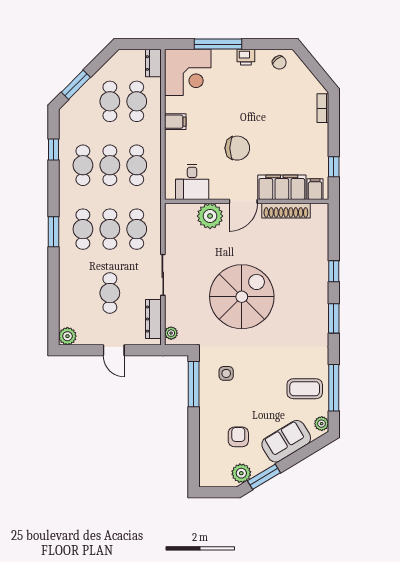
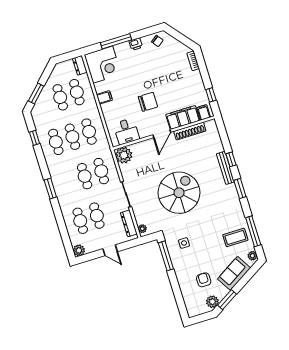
plant: (210, 216) -> (124, 155), moved
cafe table: (83, 229) -> (80, 221), moved
bench: (322, 281) -> (225, 168), added

